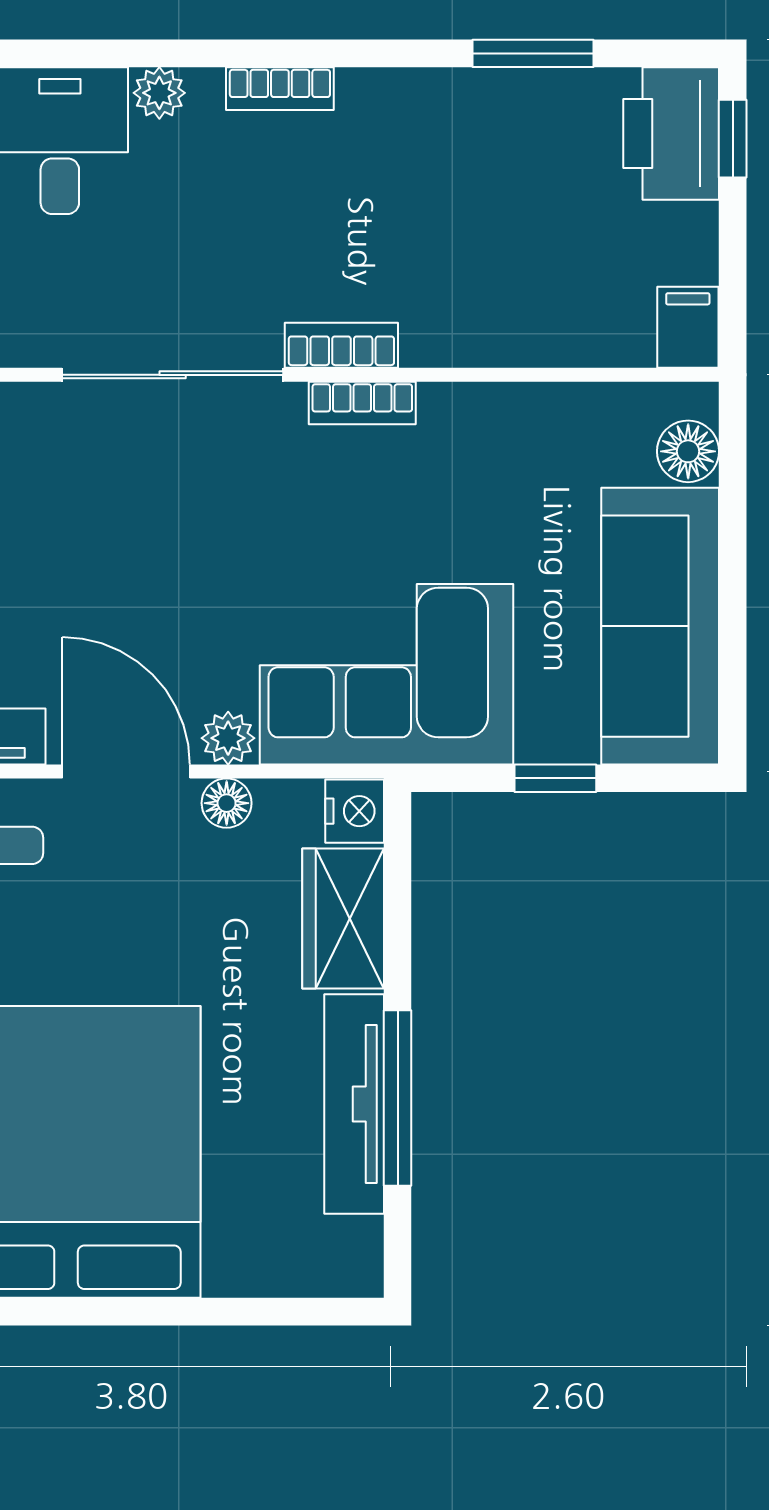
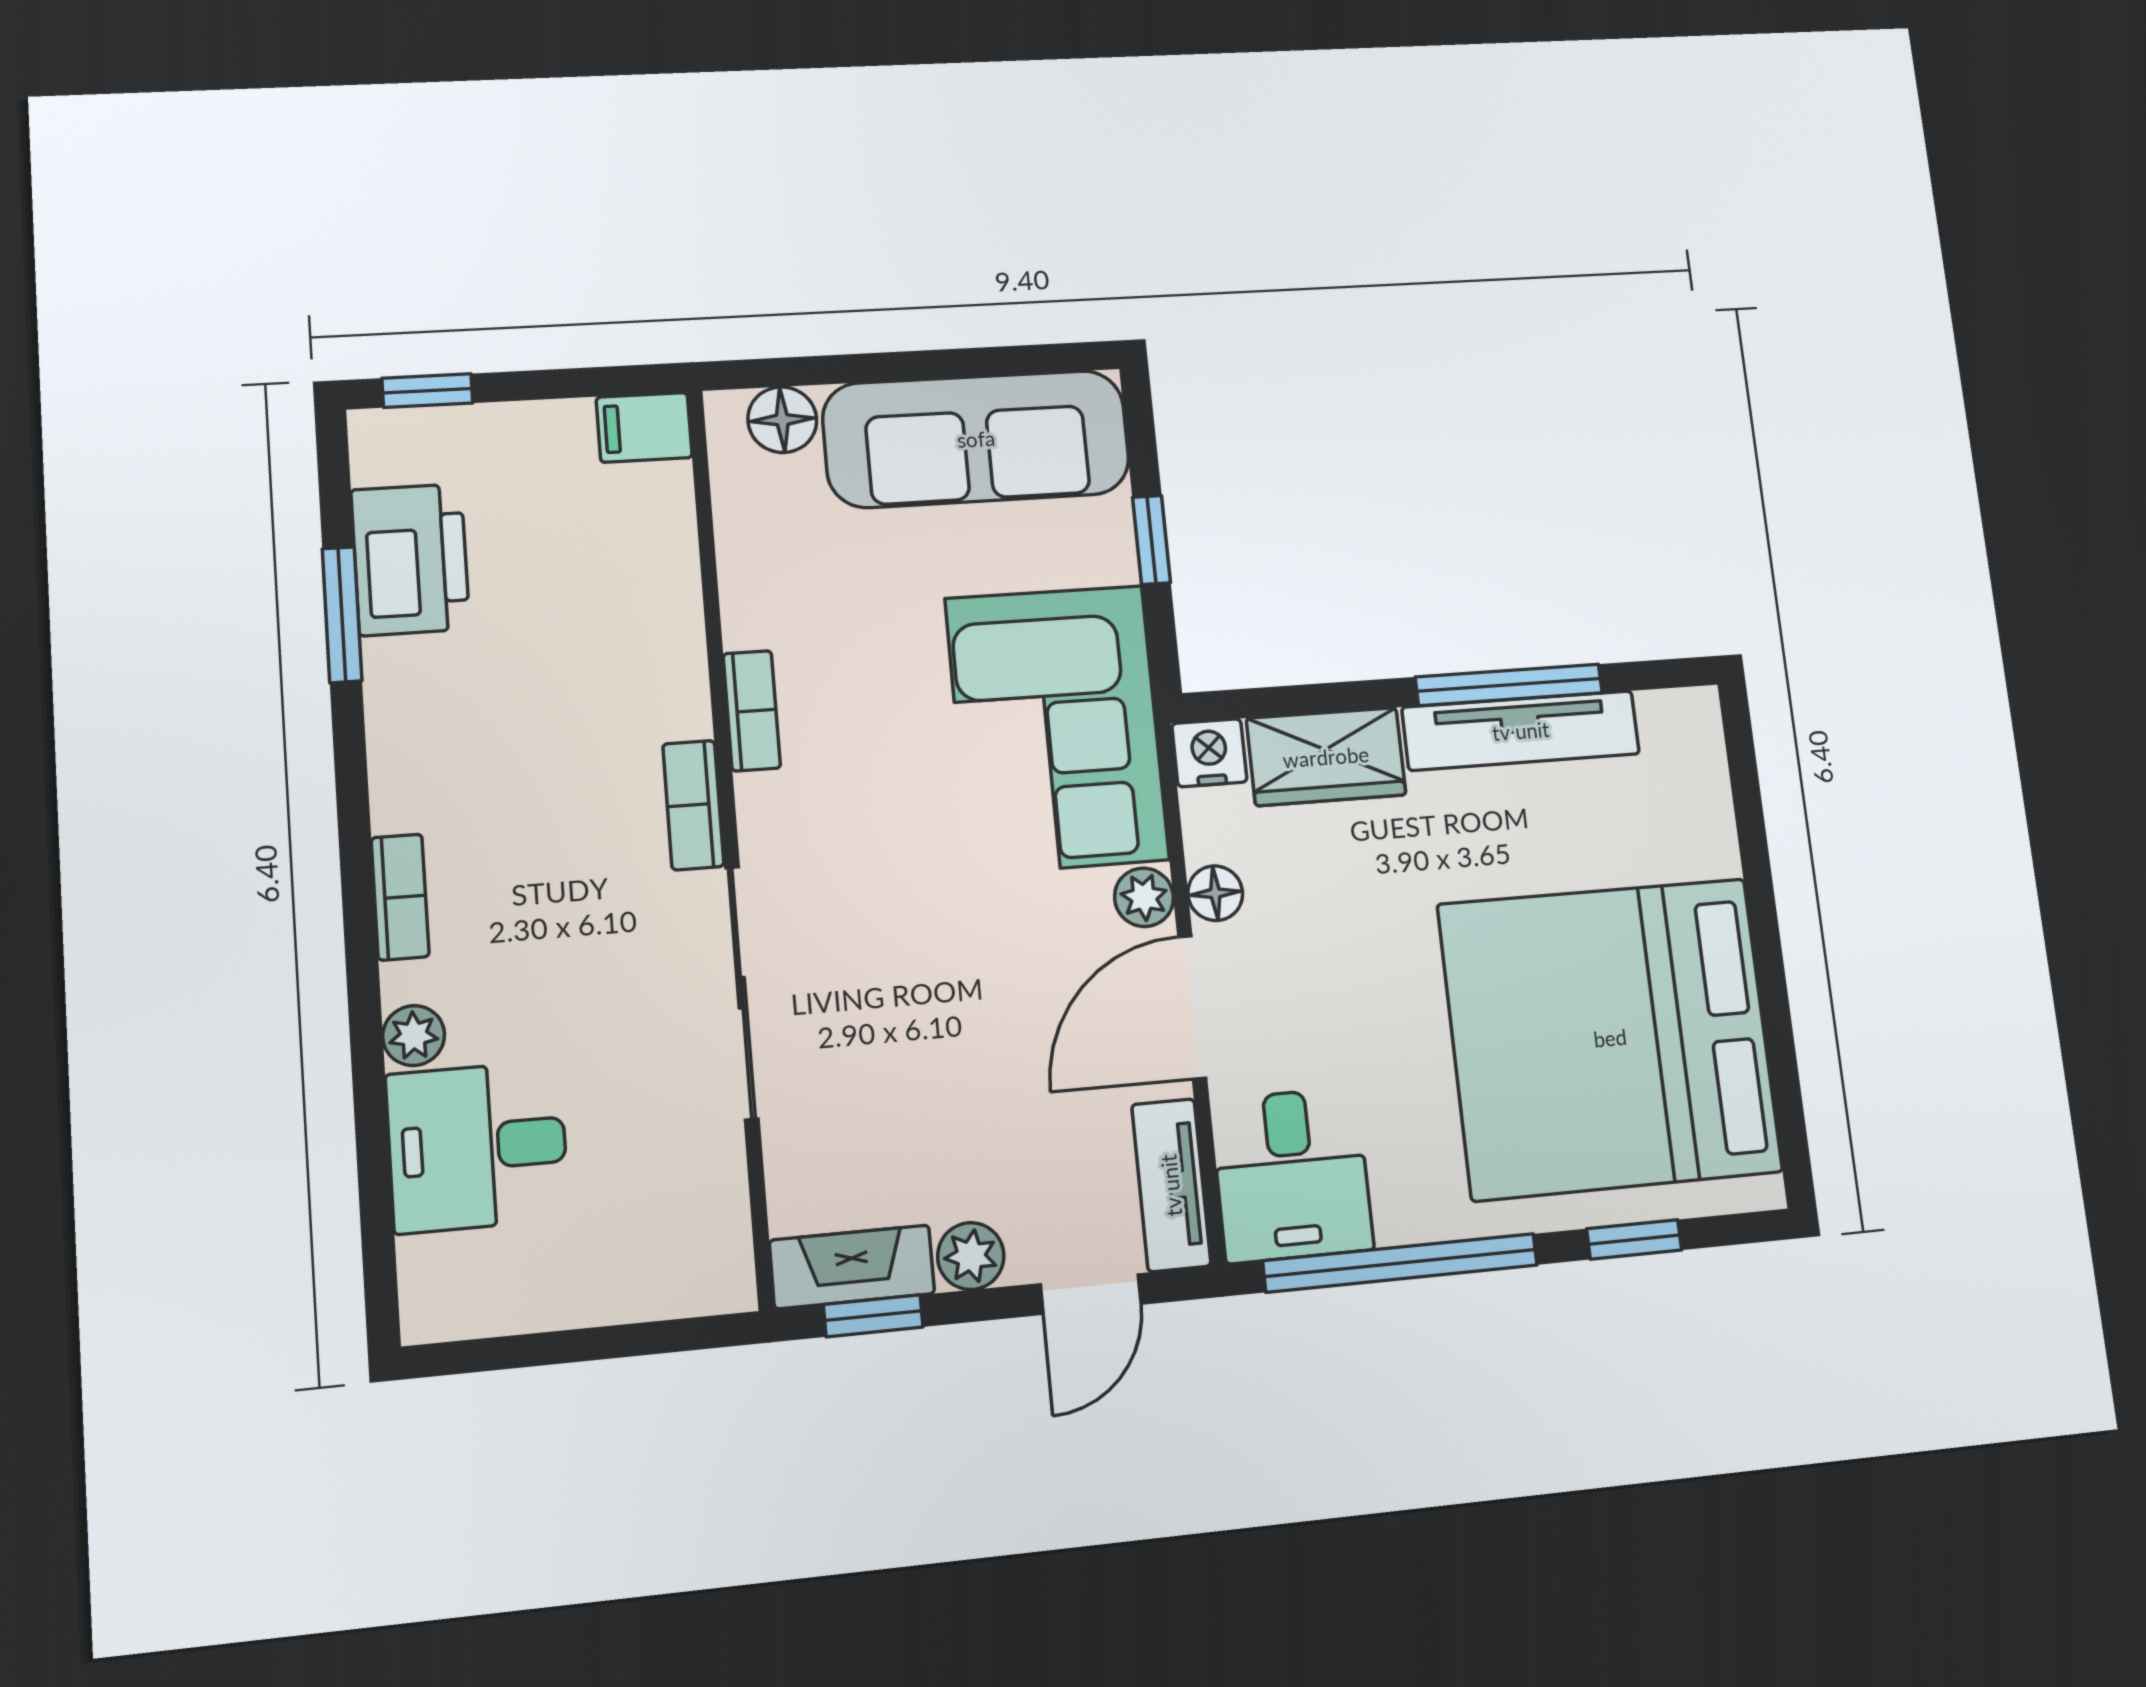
printer: (671, 134) -> (410, 559), moved, turned -90
bookcase: (362, 403) -> (752, 711), moved

